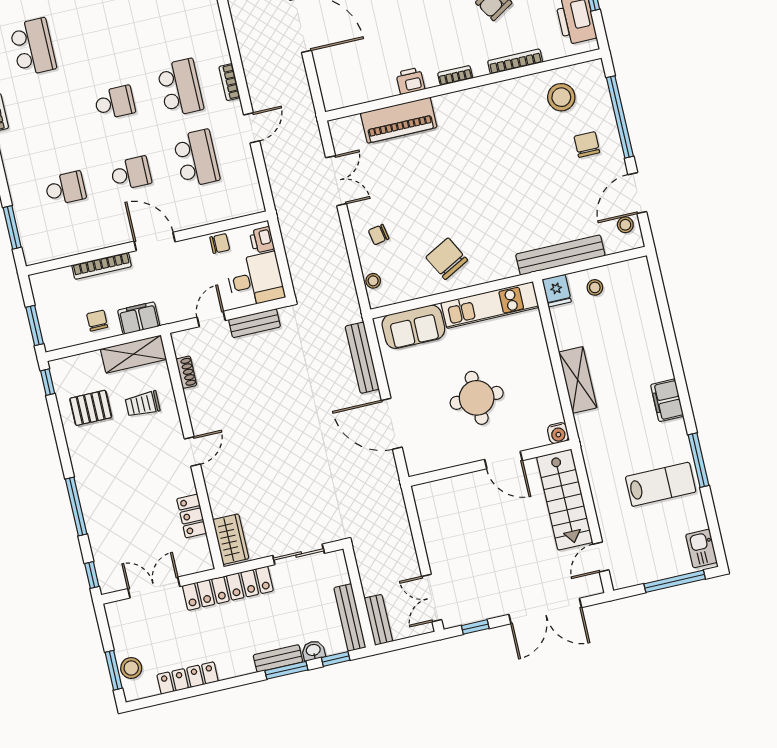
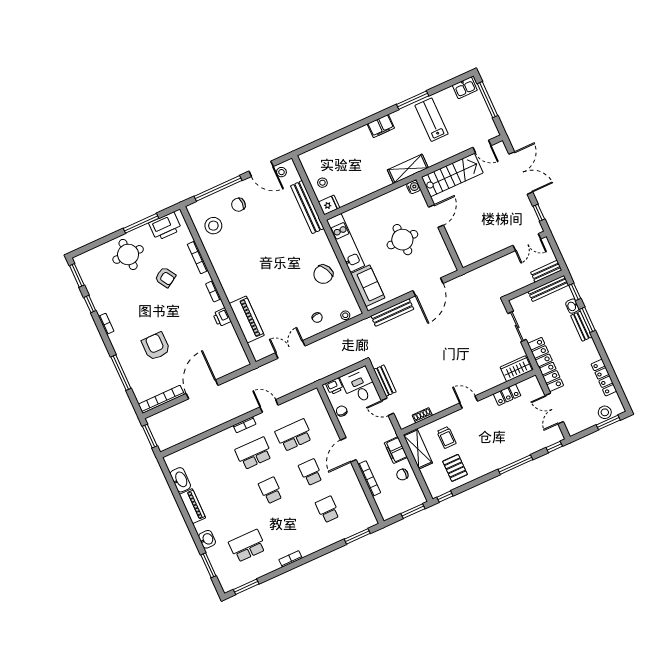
shelving: (578, 380) -> (408, 169), moved

